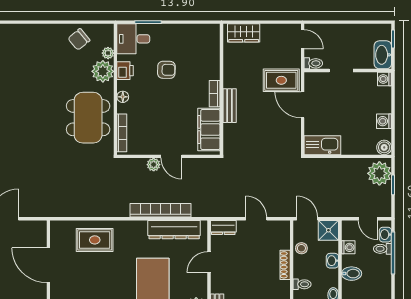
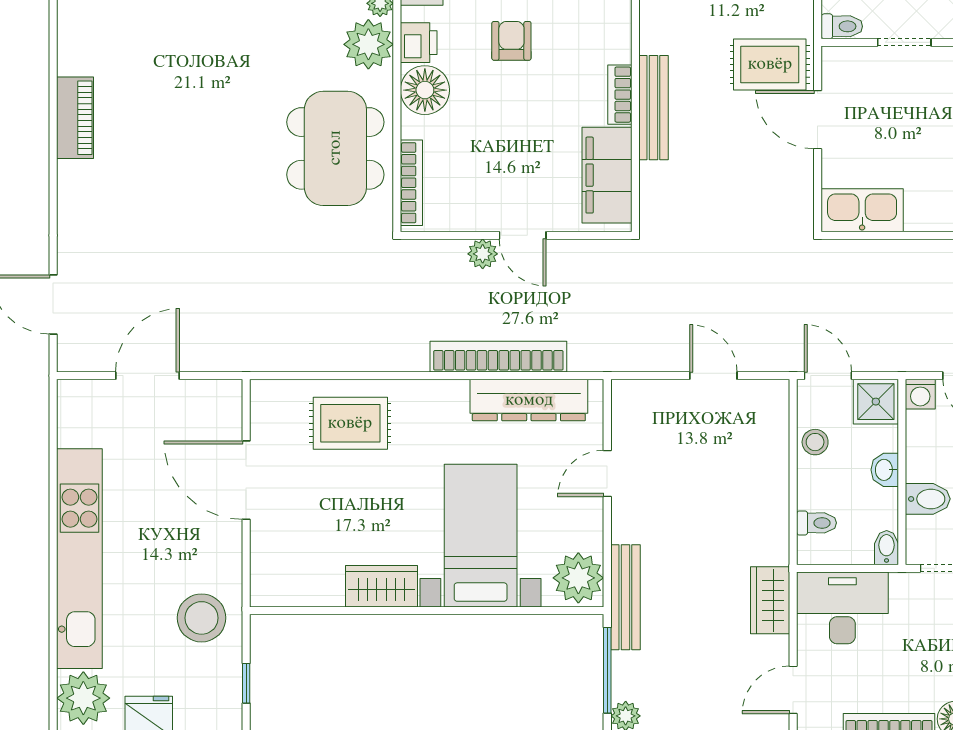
armchair: (166, 70) -> (511, 41), turned -91
floor lamp: (123, 97) -> (425, 90), width x1.89, depth x1.89
bench: (230, 106) -> (653, 108), width x1.36
dresser: (223, 227) -> (639, 395), removed
washing machine: (348, 247) -> (920, 394), moved, turned 90
shoe rack: (285, 265) -> (778, 479), removed

